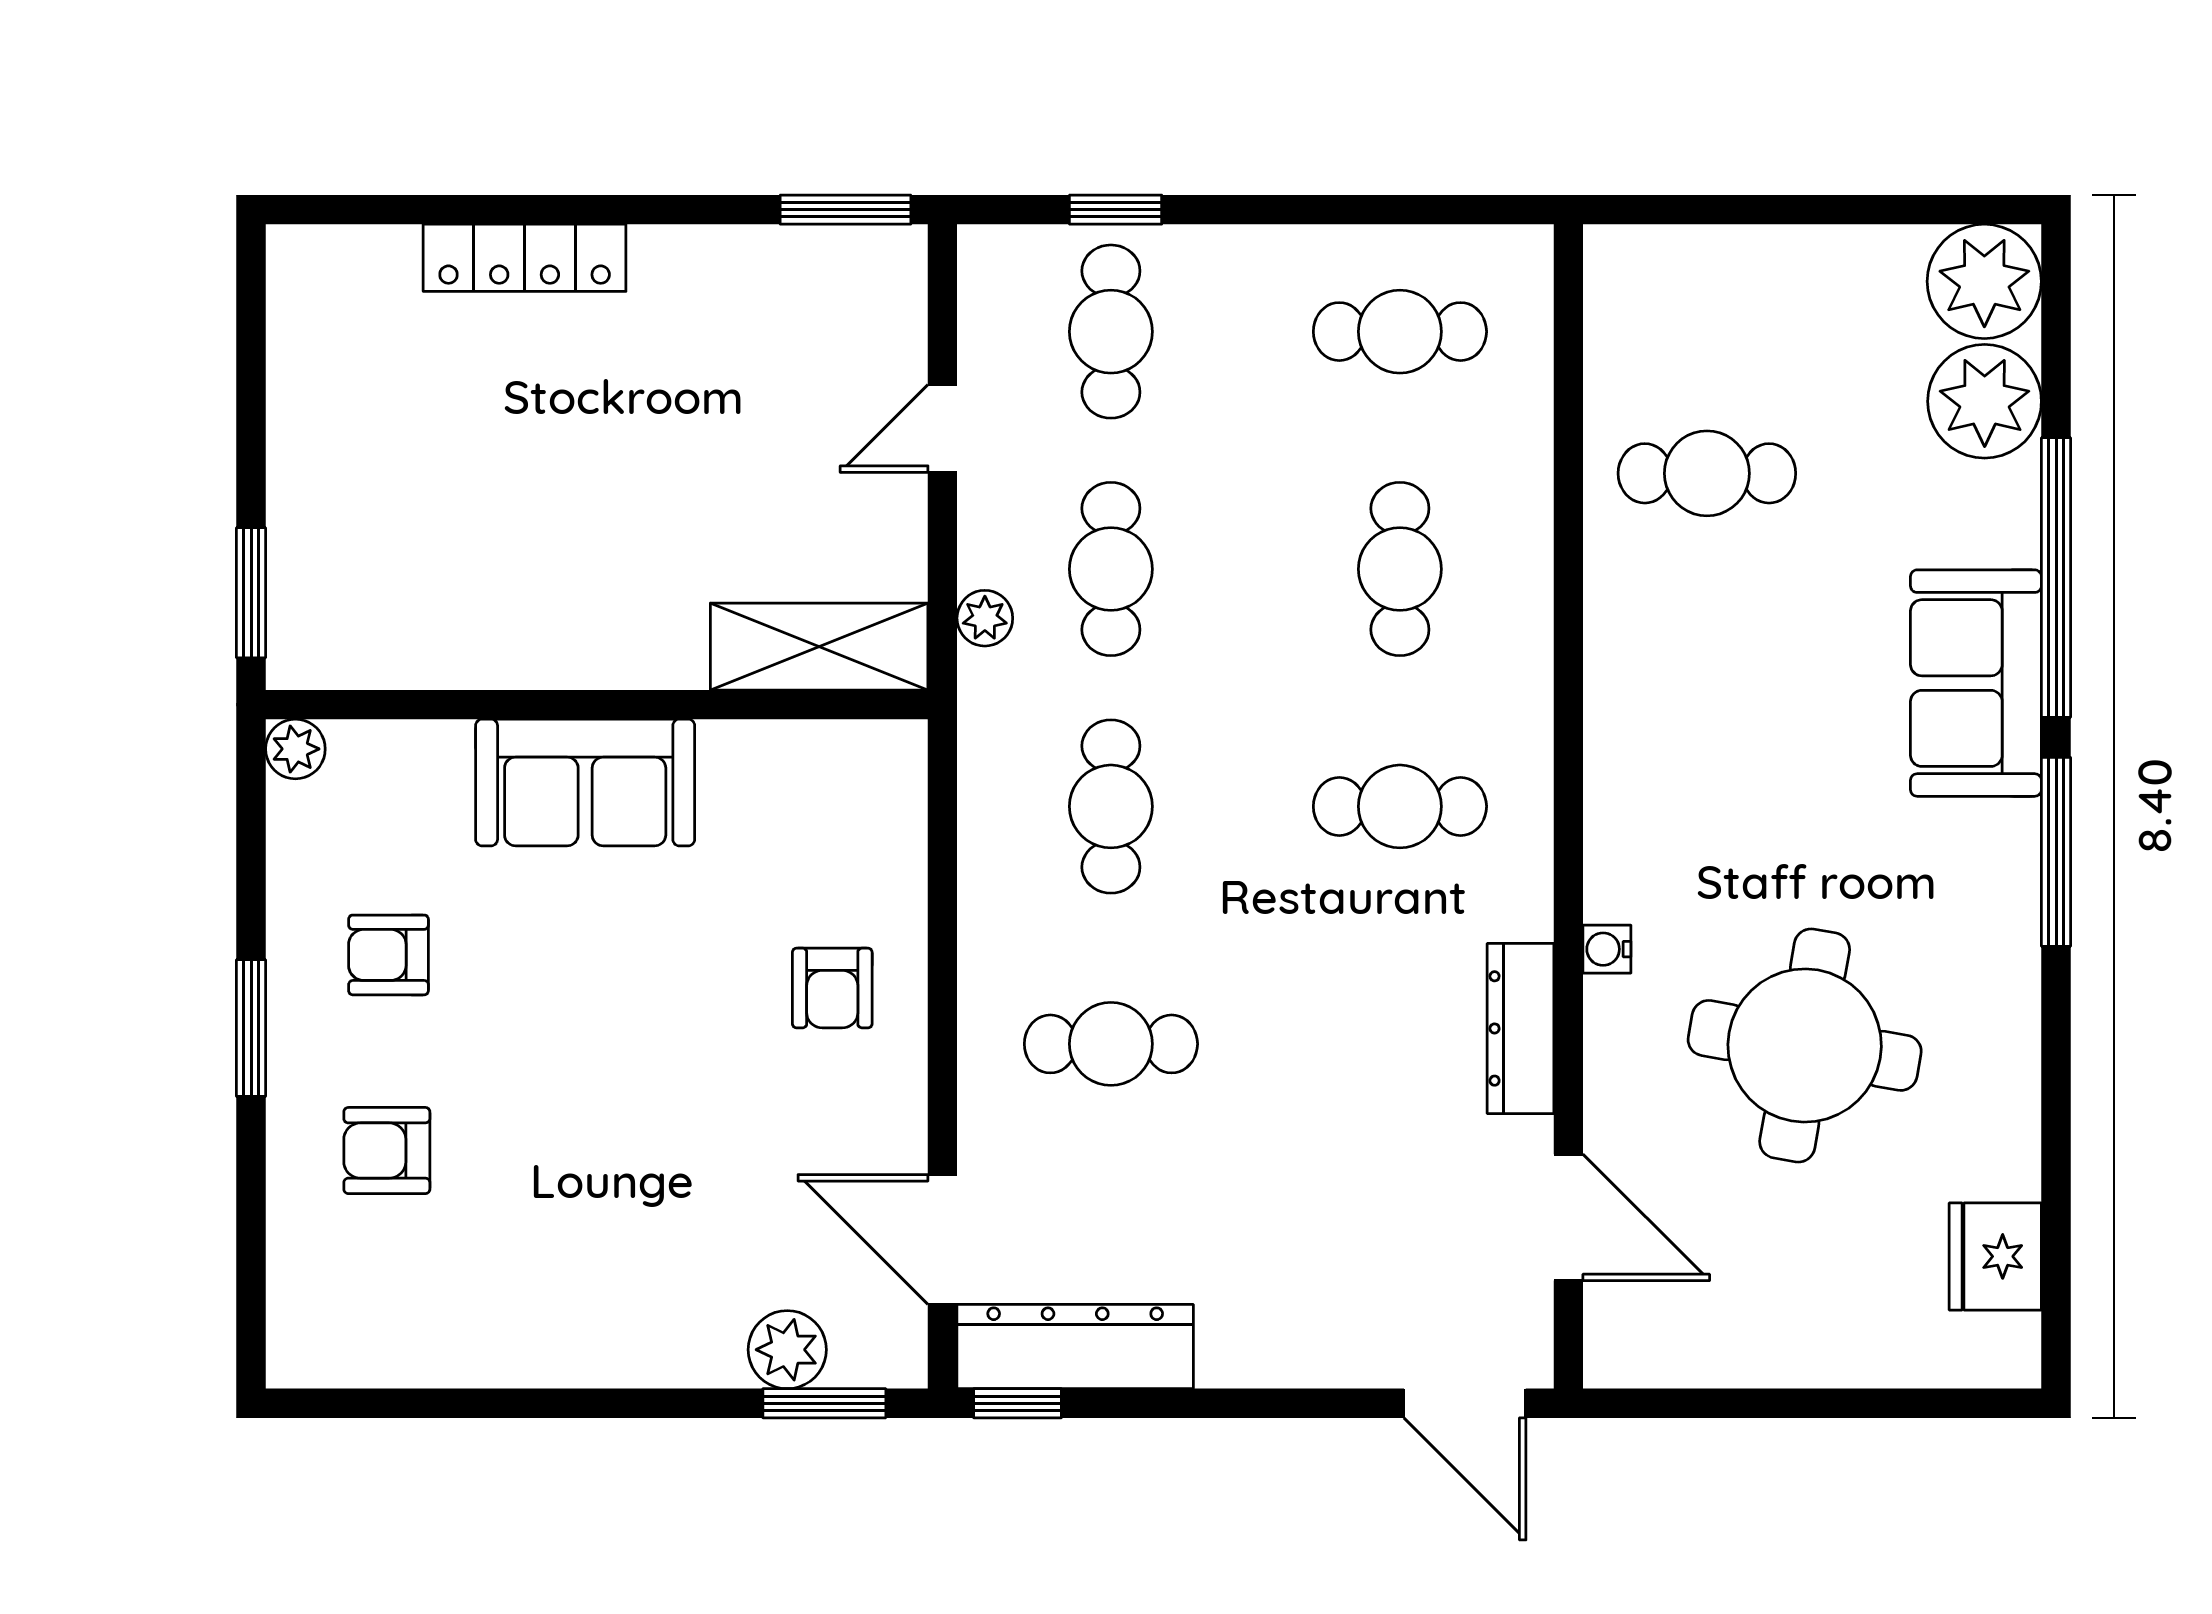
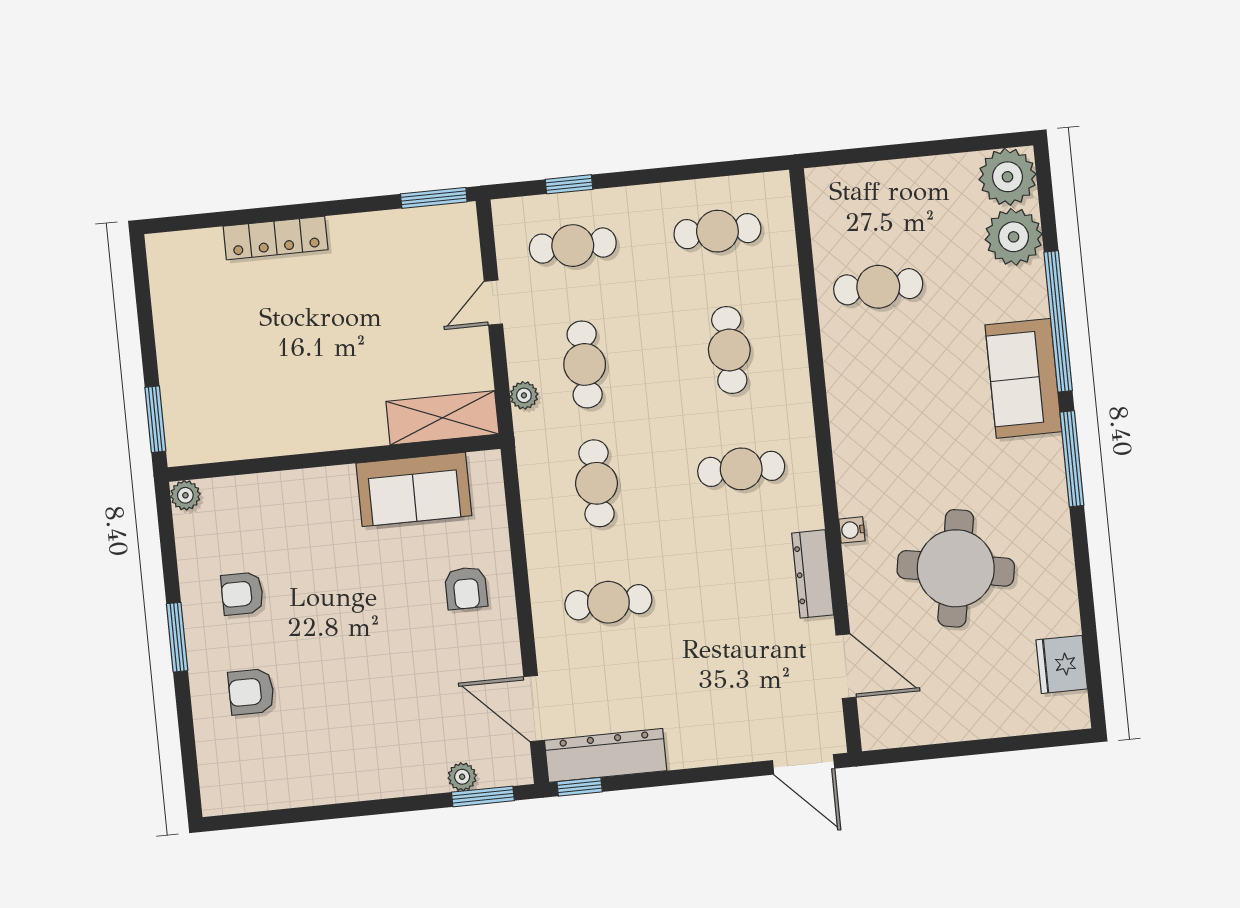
cafe table: (1111, 332) -> (573, 246), turned 90
sofa: (585, 782) -> (414, 489), moved
plant: (787, 1350) -> (462, 777), width x0.73, depth x0.73

